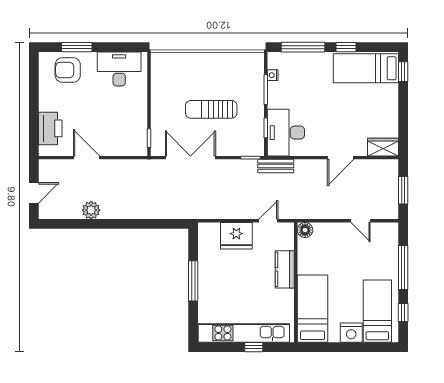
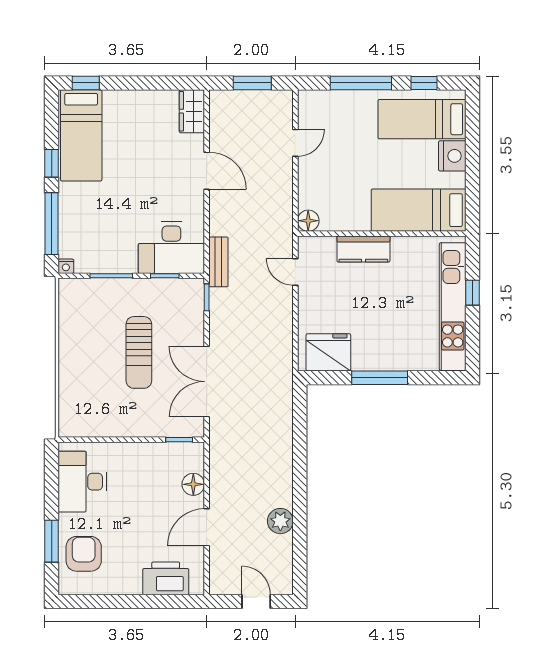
armchair: (68, 70) -> (84, 554), turned 180
nightstand: (273, 75) -> (66, 266), moved
floor lamp: (117, 148) -> (193, 484), added
fridge: (236, 236) -> (328, 352), moved, turned -90

